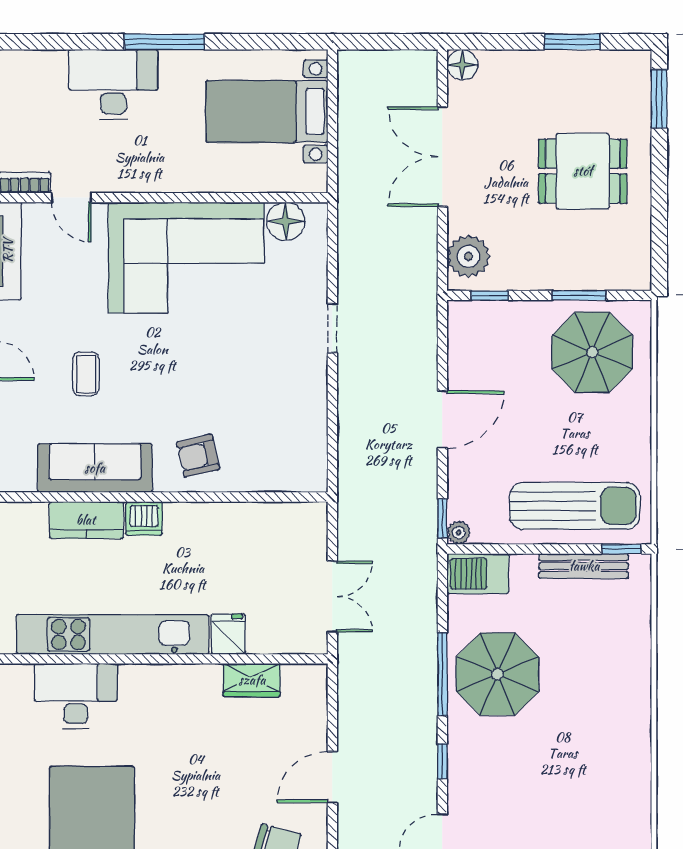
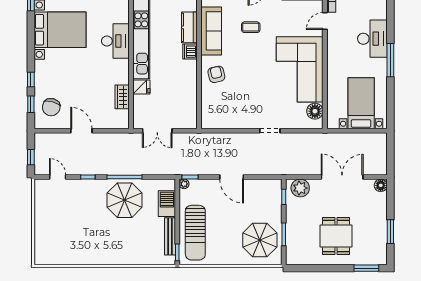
barbecue: (478, 574) -> (167, 204), moved
desk: (76, 696) -> (115, 41), moved

